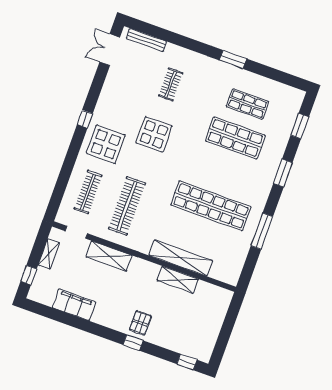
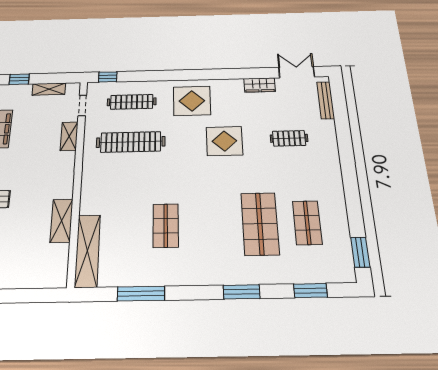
window: (233, 60) -> (360, 252), moved
wardrobe: (111, 85) -> (260, 85), added
window: (85, 119) -> (108, 77), moved
shop shelf: (211, 206) -> (166, 225), width x0.50, depth x0.74
window: (262, 231) -> (141, 294), moved
shelving: (109, 256) -> (69, 136), width x0.67, depth x0.75
shelving: (181, 258) -> (88, 251), moved

